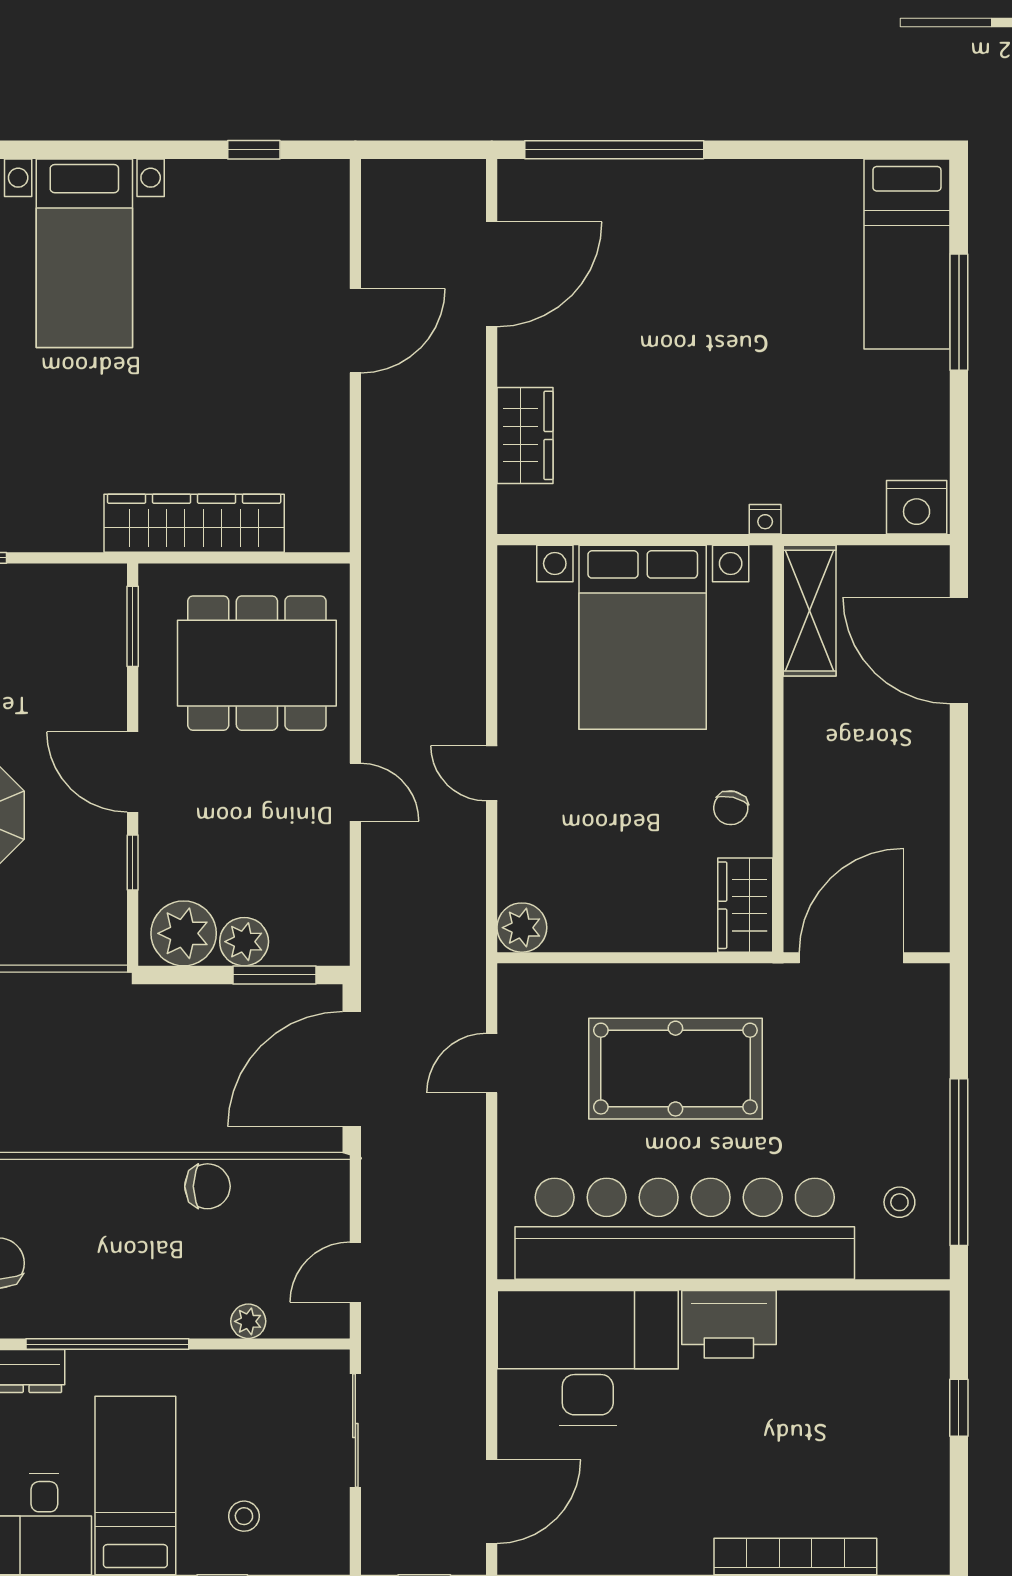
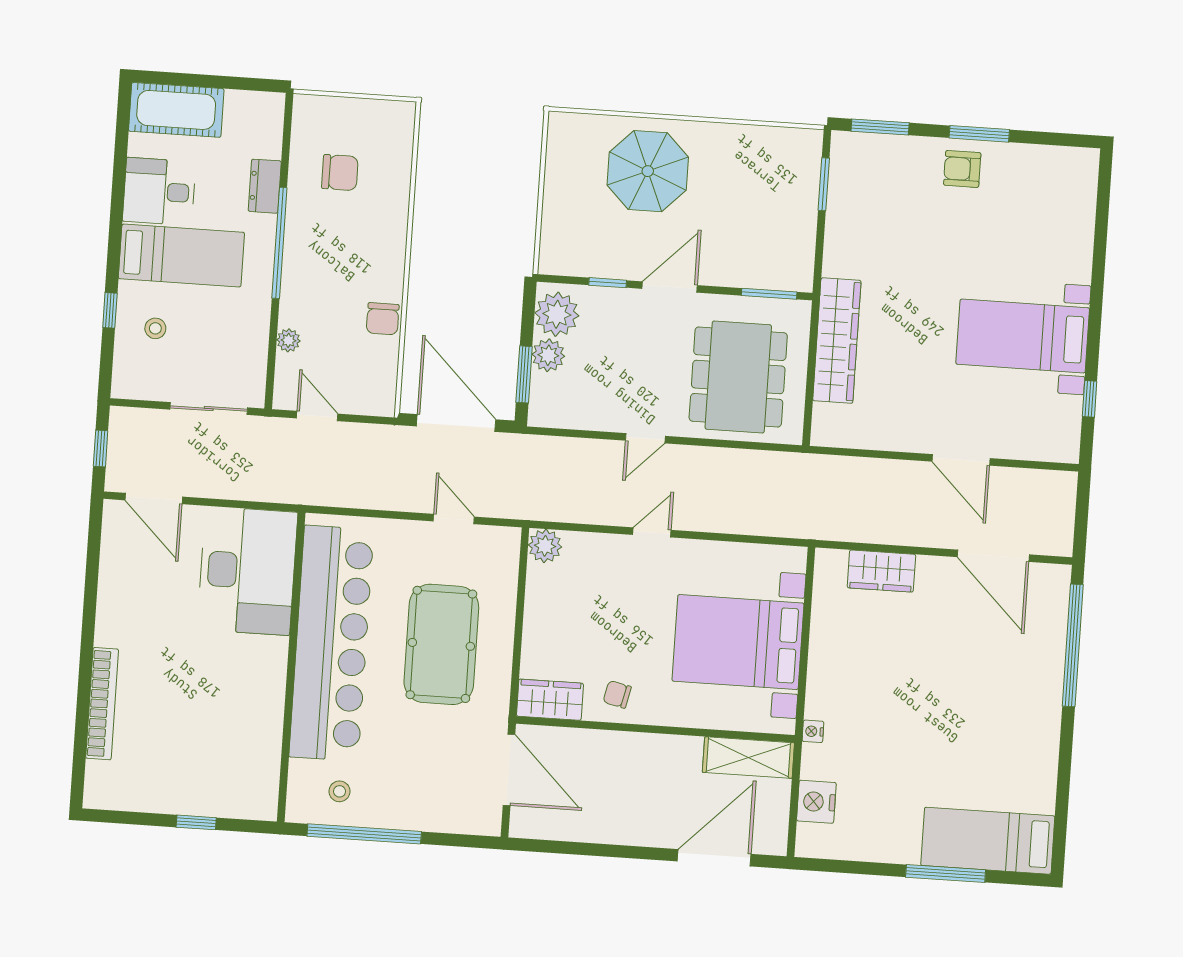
bed with nightstands: (84, 253) -> (1023, 336), moved
nightstand: (917, 507) -> (816, 802), moved
printer: (729, 1324) -> (264, 669), removed

